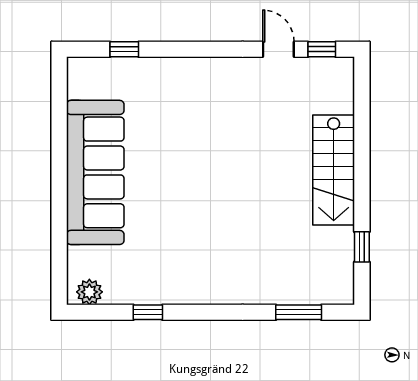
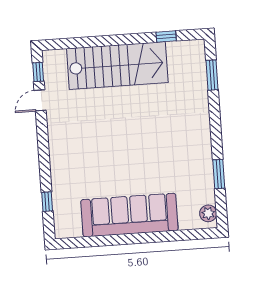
stairs: (334, 170) -> (117, 66), width x1.36, depth x1.51
window: (148, 312) -> (219, 174), width x1.50

